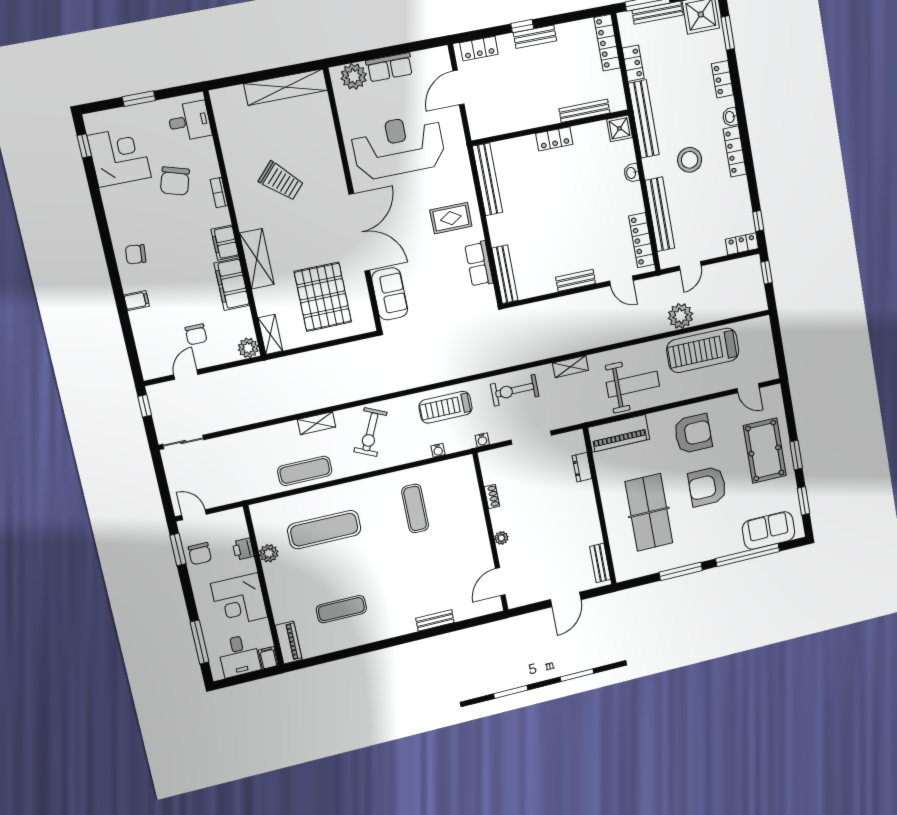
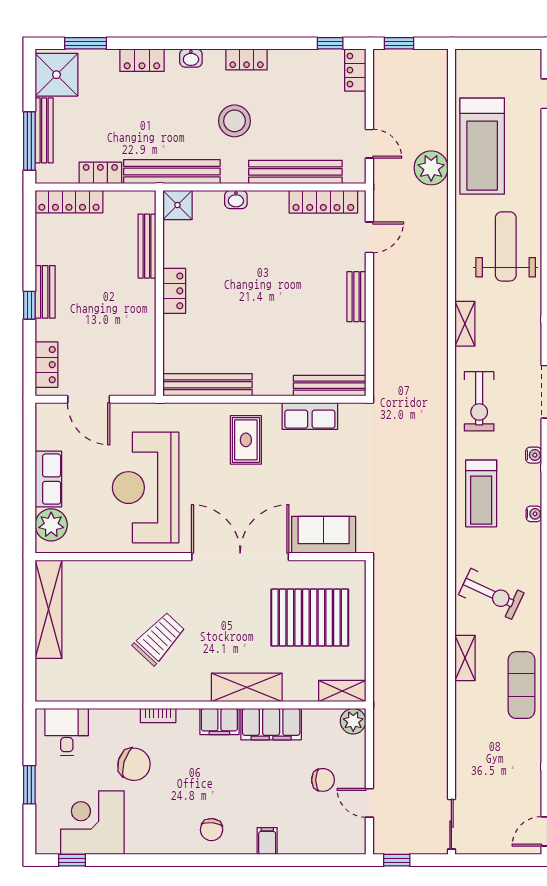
locker: (735, 151) -> (247, 59), width x0.66

